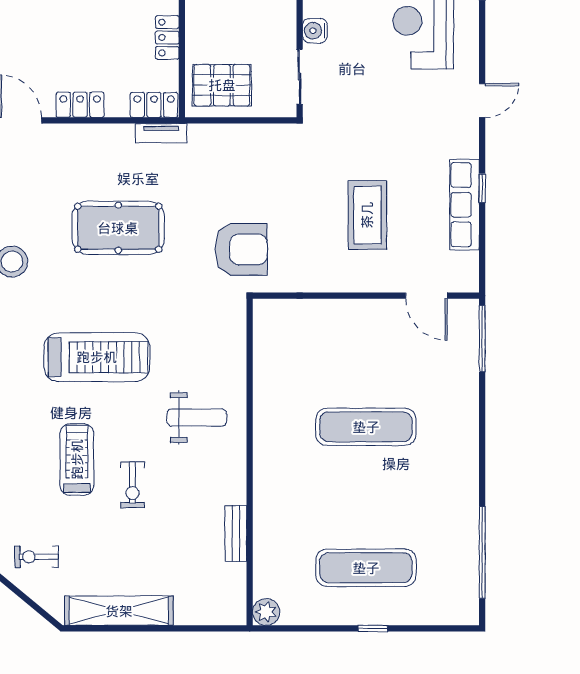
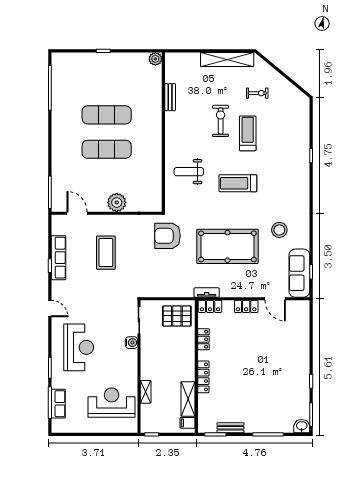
door: (482, 101) -> (50, 309), swing flipped
pool table: (118, 228) -> (227, 246), width x1.36, depth x1.32
plant: (345, 318) -> (117, 202), added
treadmill: (97, 357) -> (238, 183), width x0.73, depth x0.73
weight bench: (197, 418) -> (189, 172), moved
treadmill: (77, 459) -> (248, 133), turned 180
exercise bike: (132, 485) -> (221, 121), width x1.38, depth x1.39
exercise bike: (37, 557) -> (257, 93), moved
exercise mat: (366, 568) -> (107, 115), moved

